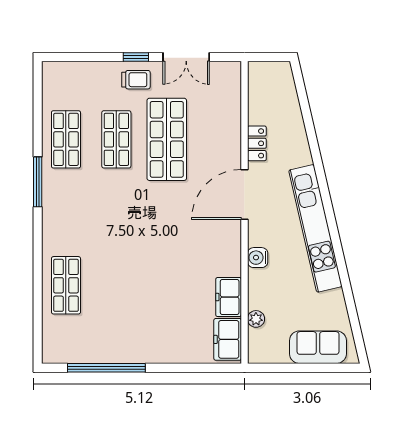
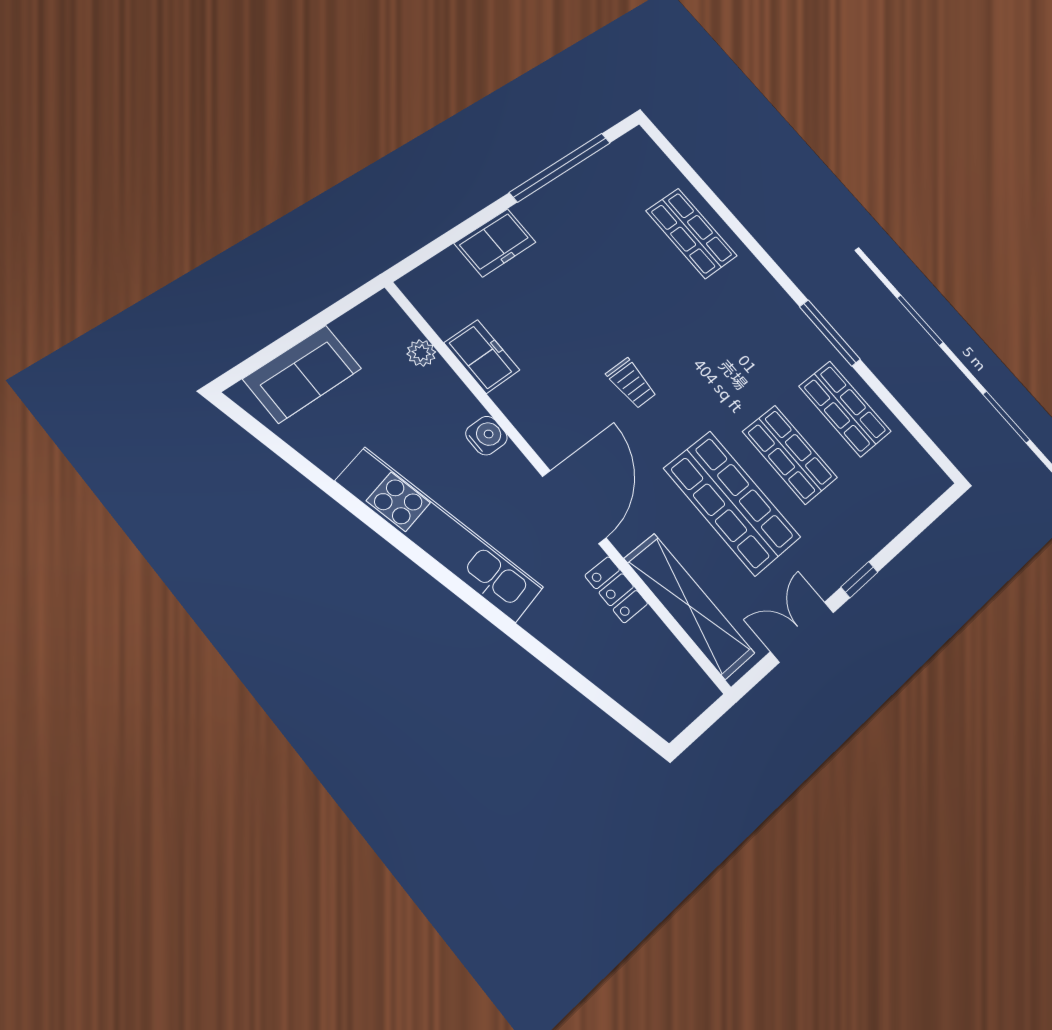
trolley: (136, 80) -> (631, 383), moved, turned -90
shelving: (229, 110) -> (689, 606), added
freezer: (228, 339) -> (495, 243), moved, turned 90

